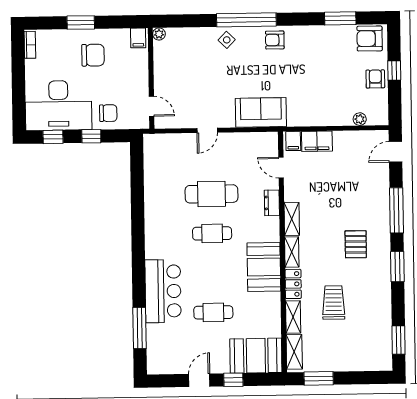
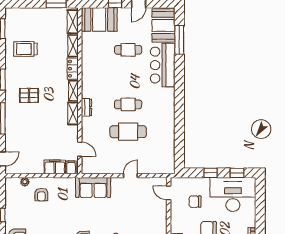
armchair: (375, 79) -> (41, 195), moved
chair: (108, 113) -> (195, 202), moved
dresser: (272, 203) -> (86, 107), moved
pallet: (356, 244) -> (29, 95), turned 90
booth: (264, 267) -> (163, 25), moved
trolley: (334, 303) -> (25, 49), moved, turned 90

